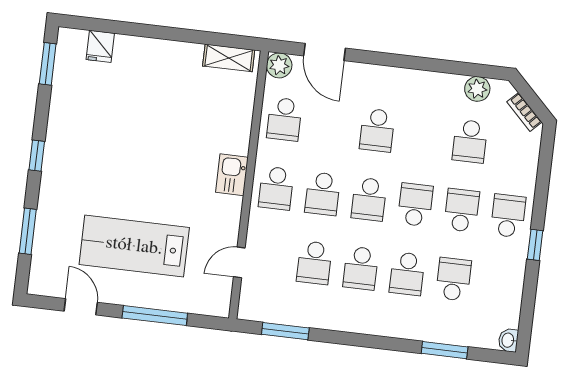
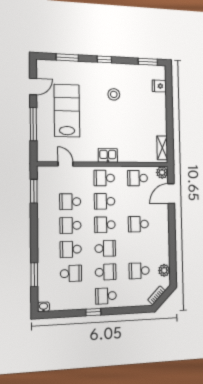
stool: (110, 146) -> (114, 94), added
school desk: (508, 216) -> (106, 296), turned 180

